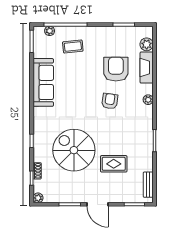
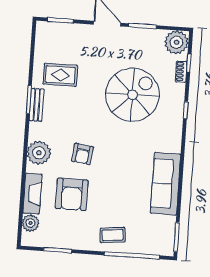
plant: (50, 31) -> (153, 249), removed
coffee table: (73, 46) -> (113, 235), moved
plant: (148, 100) -> (39, 153), width x1.88, depth x1.88
spiral stairs: (74, 150) -> (132, 95), turned -90
rug: (114, 164) -> (60, 75), moved
bench: (148, 185) -> (37, 105), moved
plant: (38, 198) -> (177, 42), width x1.87, depth x1.87

